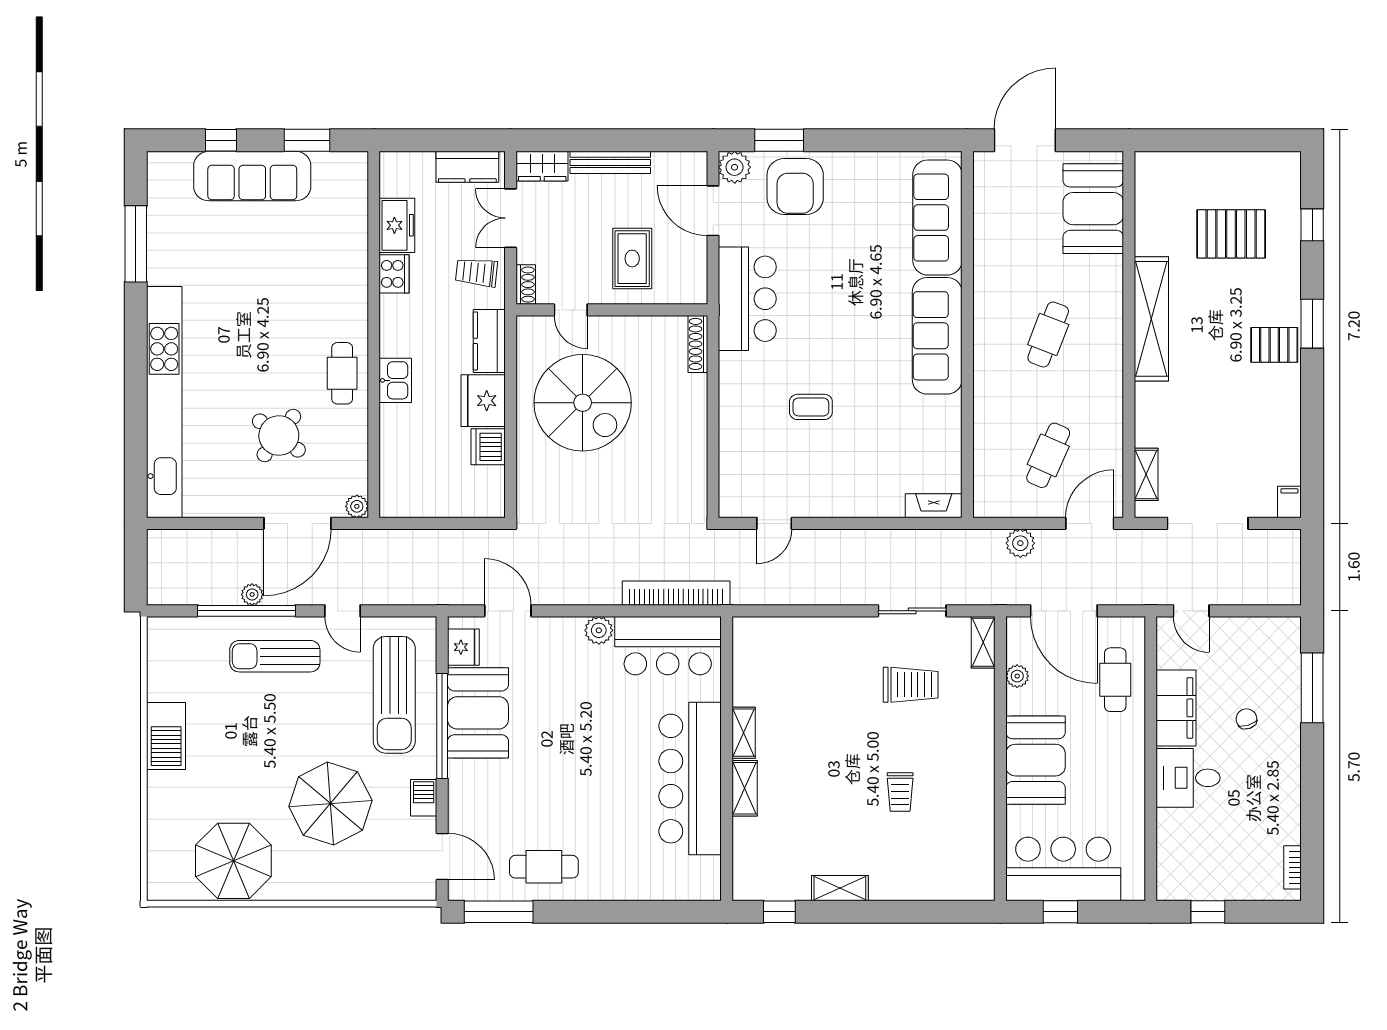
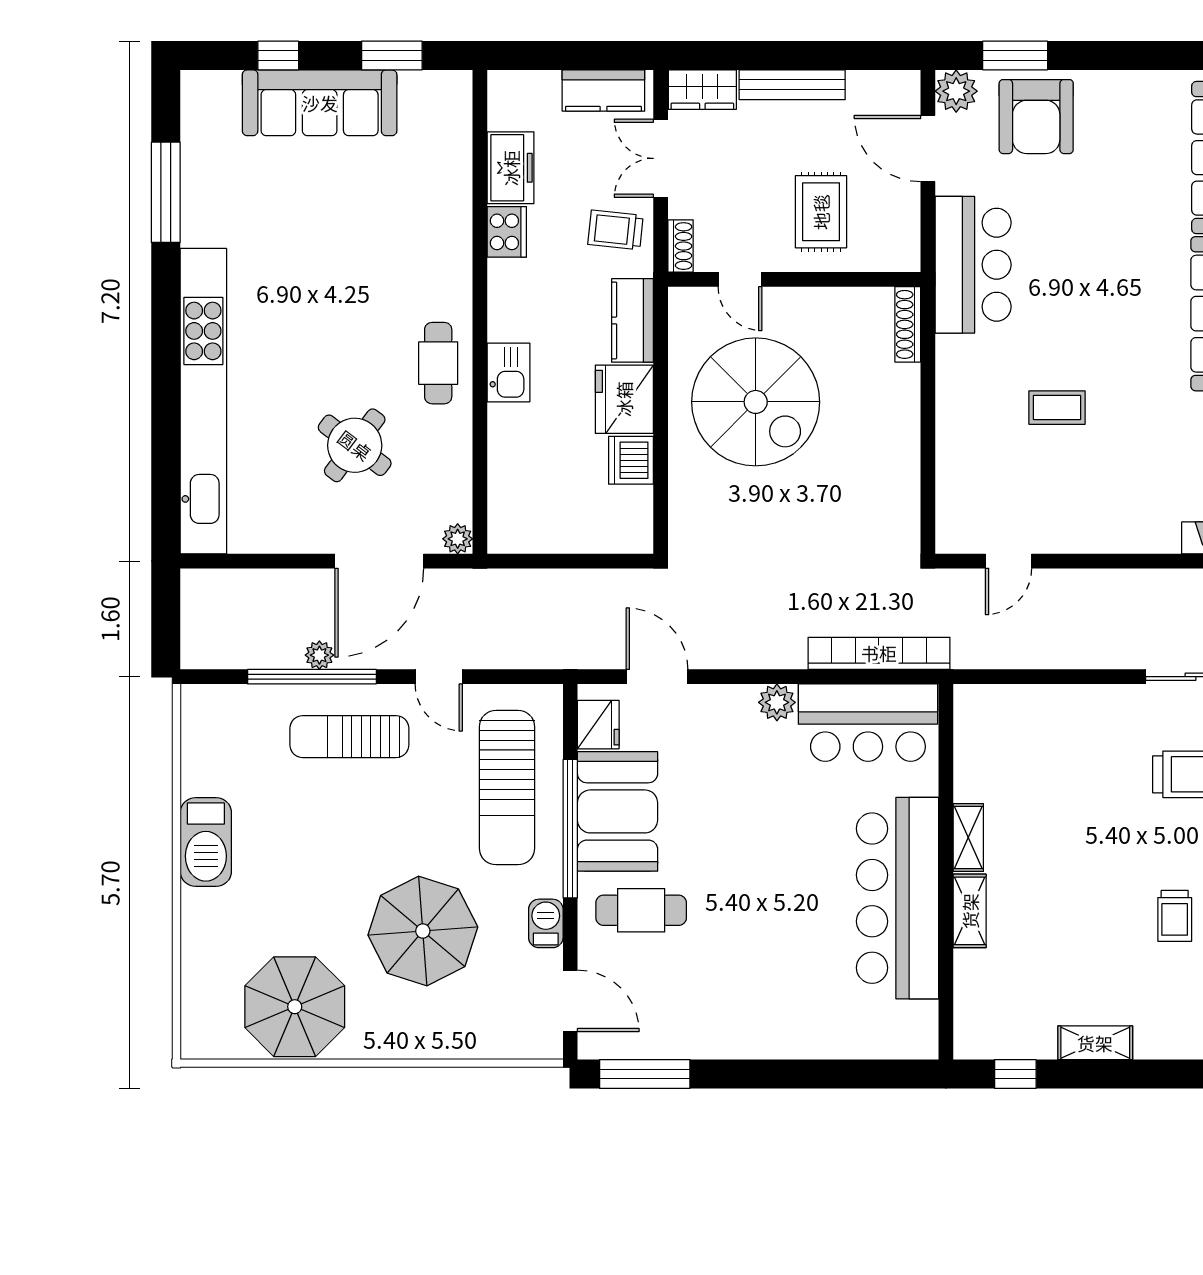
cafe table: (544, 867) -> (641, 910), moved

